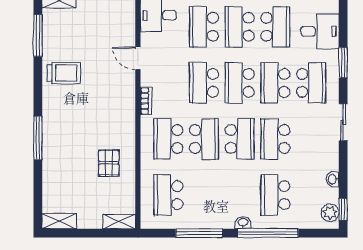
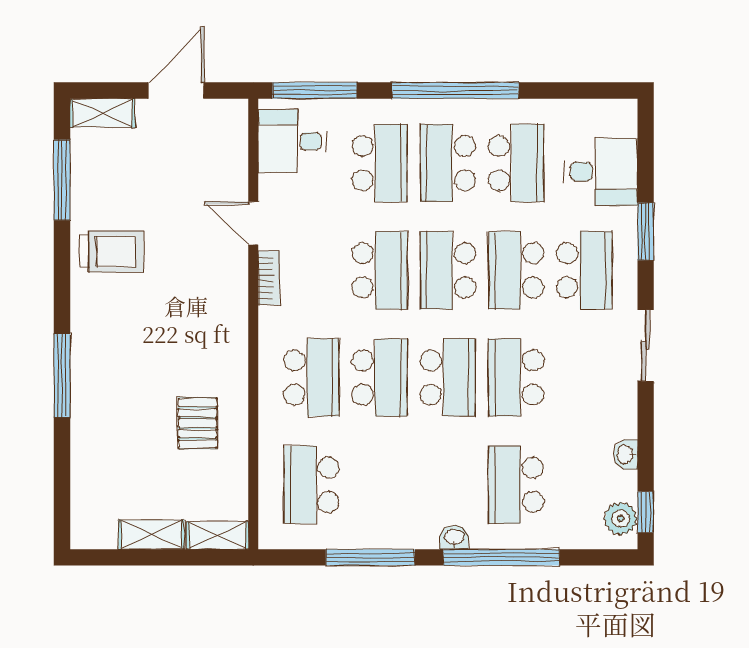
school desk: (204, 27) -> (380, 163), turned 180
school desk: (204, 83) -> (380, 270), turned 180
bookcase: (146, 101) -> (269, 278), moved
school desk: (168, 139) -> (311, 378), turned 180
shelving: (59, 221) -> (151, 535), moved

